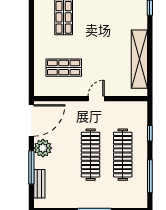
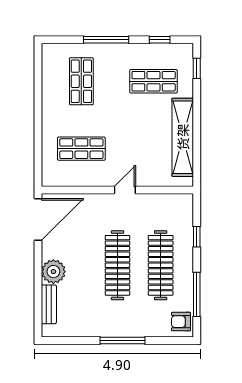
shop shelf: (117, 17) -> (154, 81), added
plant: (43, 148) -> (53, 272), moved
window: (31, 167) -> (38, 282), removed
armchair: (138, 197) -> (181, 322), added

